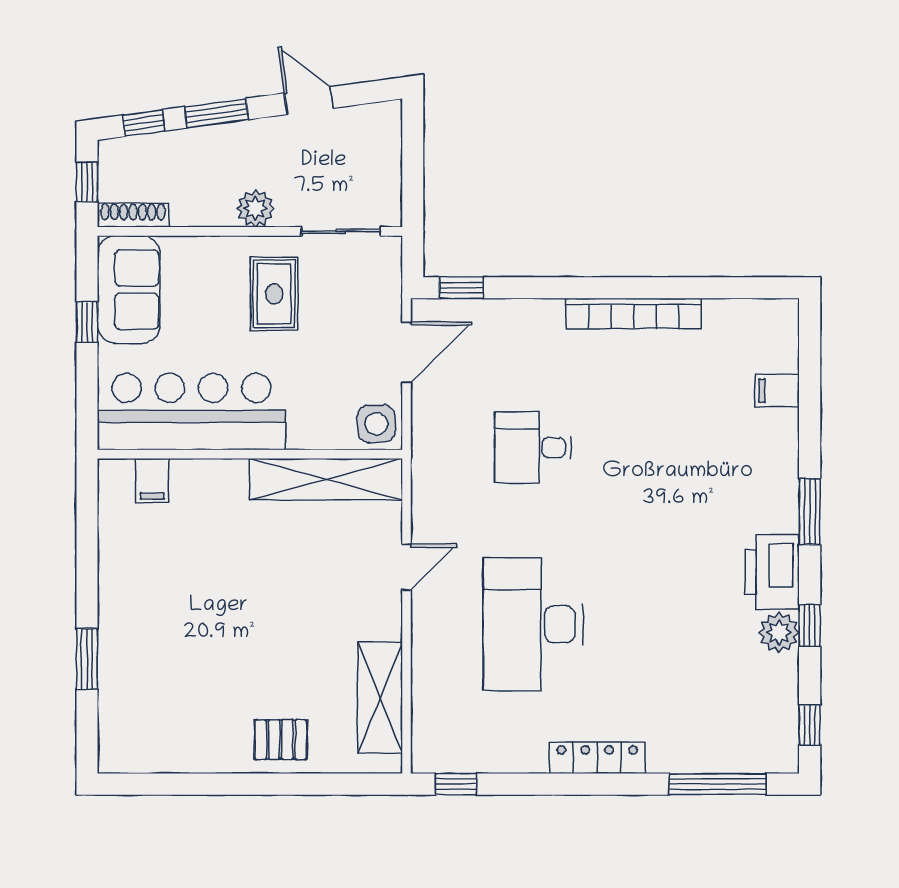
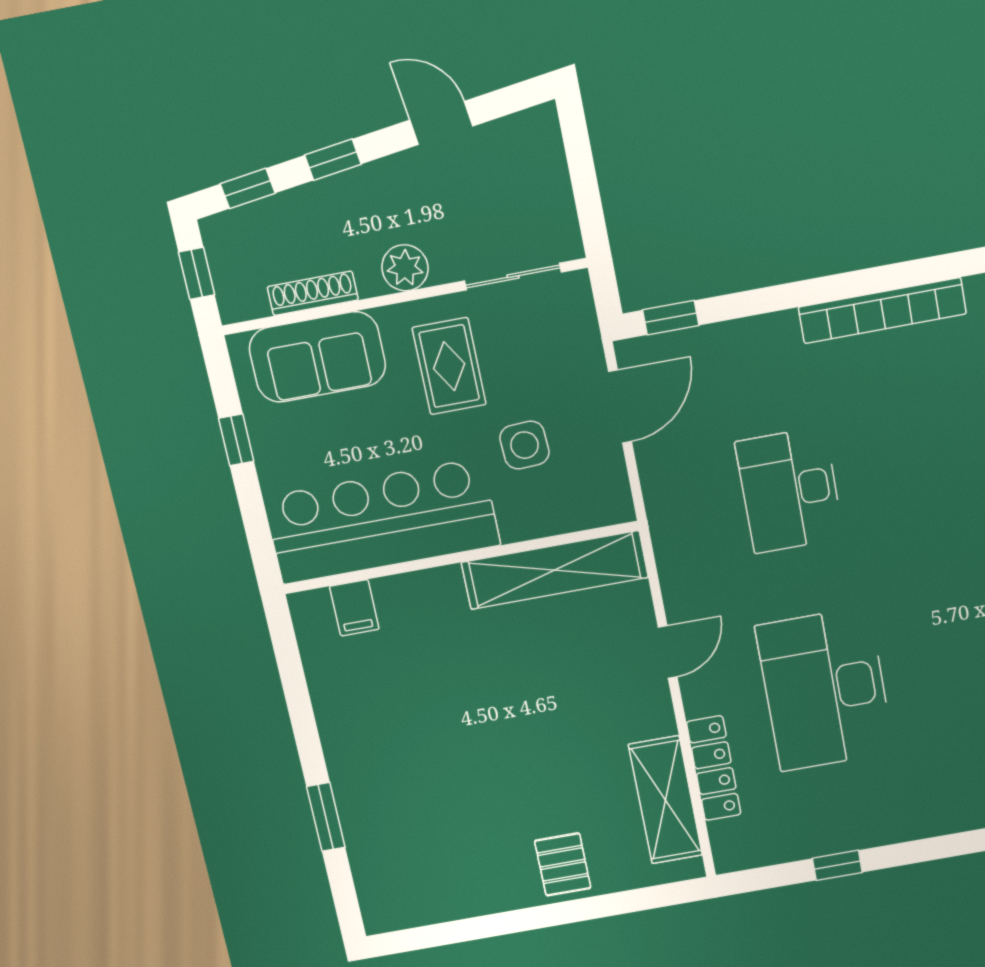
window: (217, 113) -> (333, 160), width x0.67
shoe rack: (133, 215) -> (313, 293), moved
sofa: (129, 290) -> (317, 357), moved, turned 90
side table: (376, 424) -> (524, 445), moved
desk: (533, 448) -> (790, 490), width x1.37
pallet: (281, 740) -> (563, 864), turned 90
locker: (597, 758) -> (714, 768), moved, turned 90
window: (456, 784) -> (837, 865), moved

